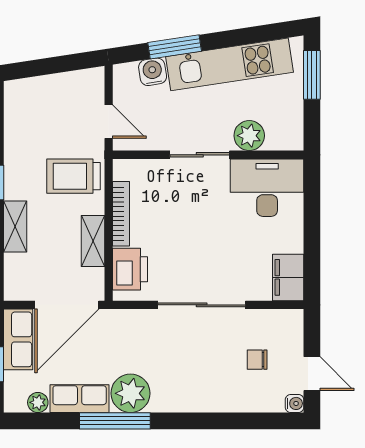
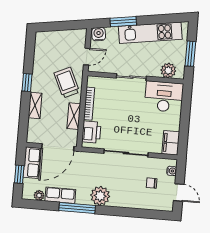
water cooler: (153, 72) -> (99, 34), moved
window: (312, 75) -> (190, 54), moved
door: (109, 122) -> (87, 57), hinge flipped
plant: (249, 136) -> (168, 70), moved
trolley: (74, 176) -> (67, 83), turned 65
plant: (131, 393) -> (100, 196), moved
water cooler: (295, 403) -> (172, 171), moved

